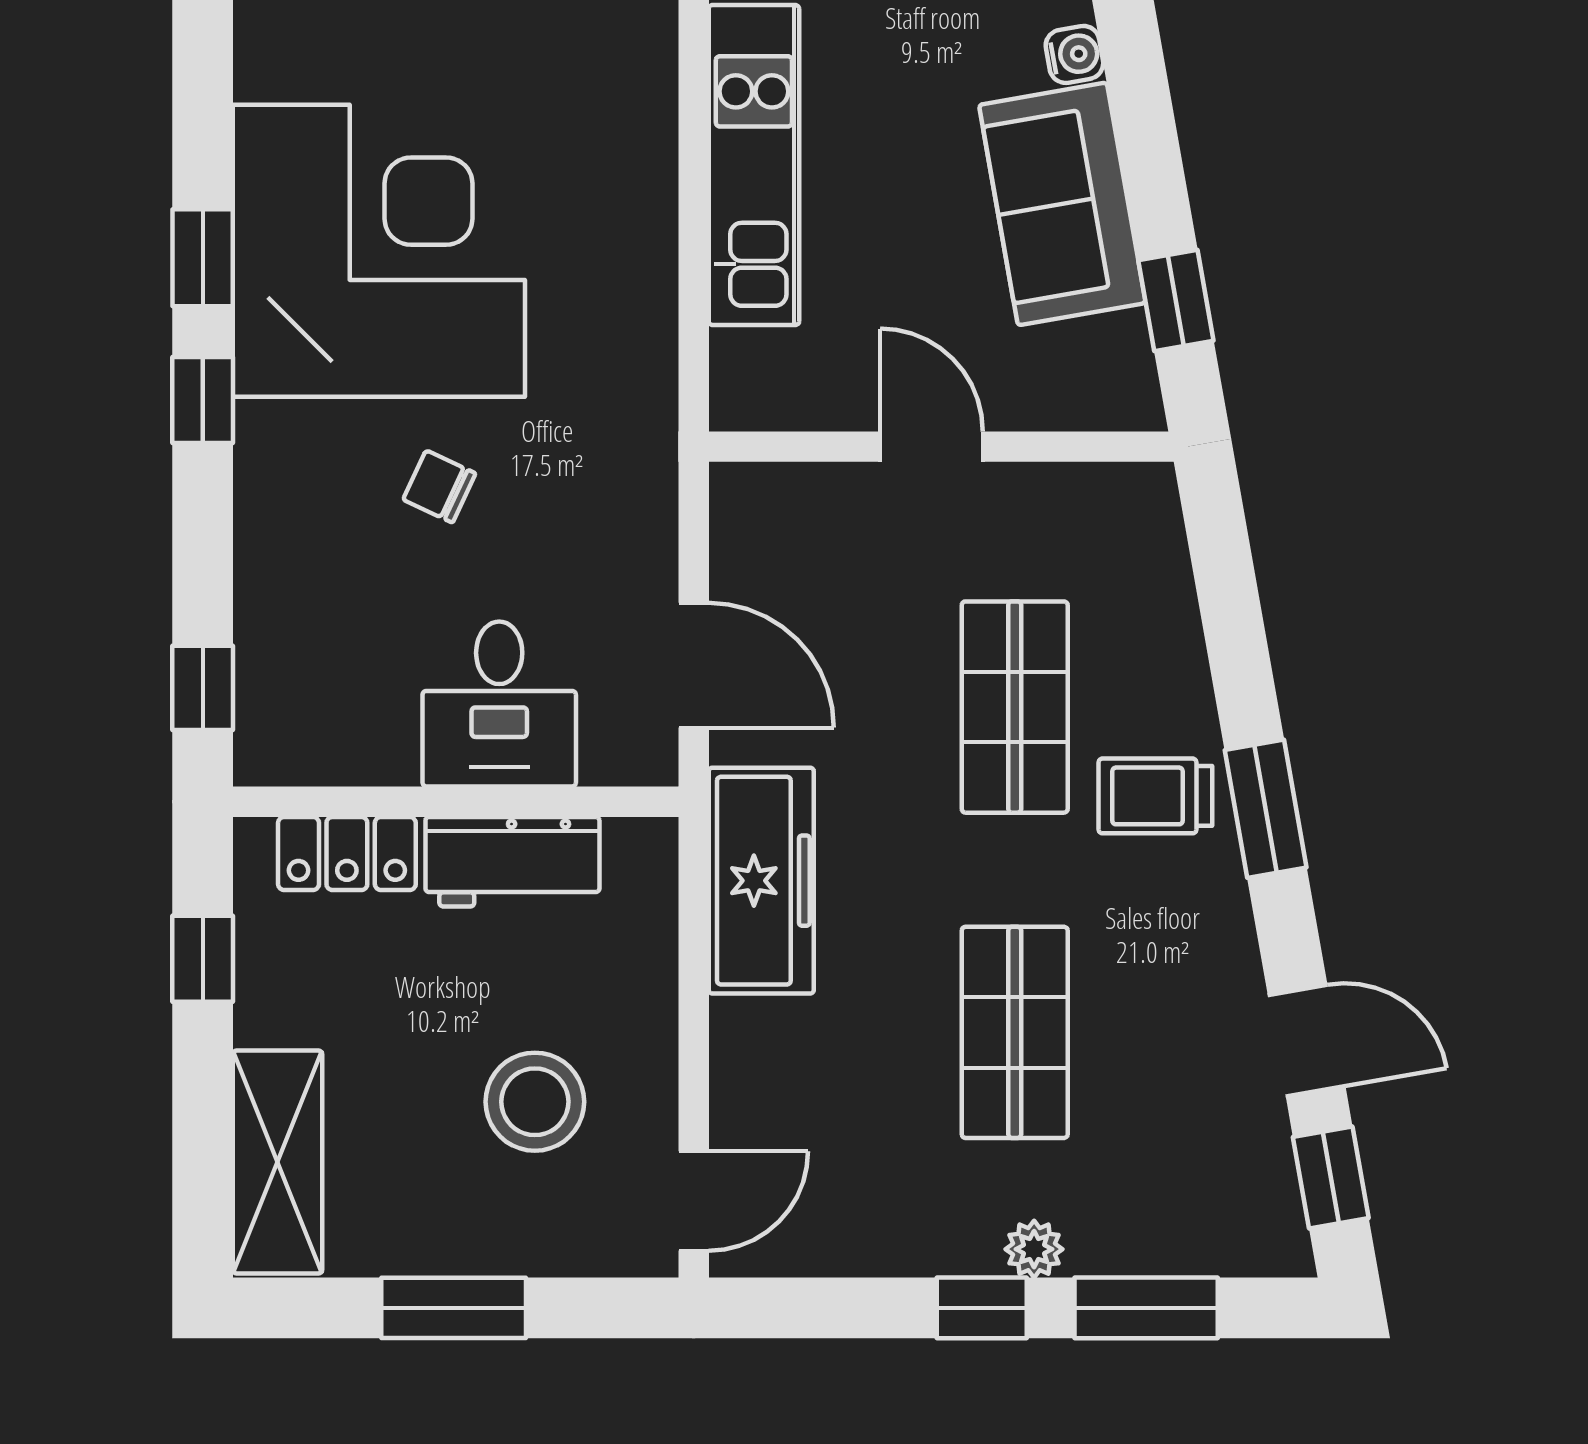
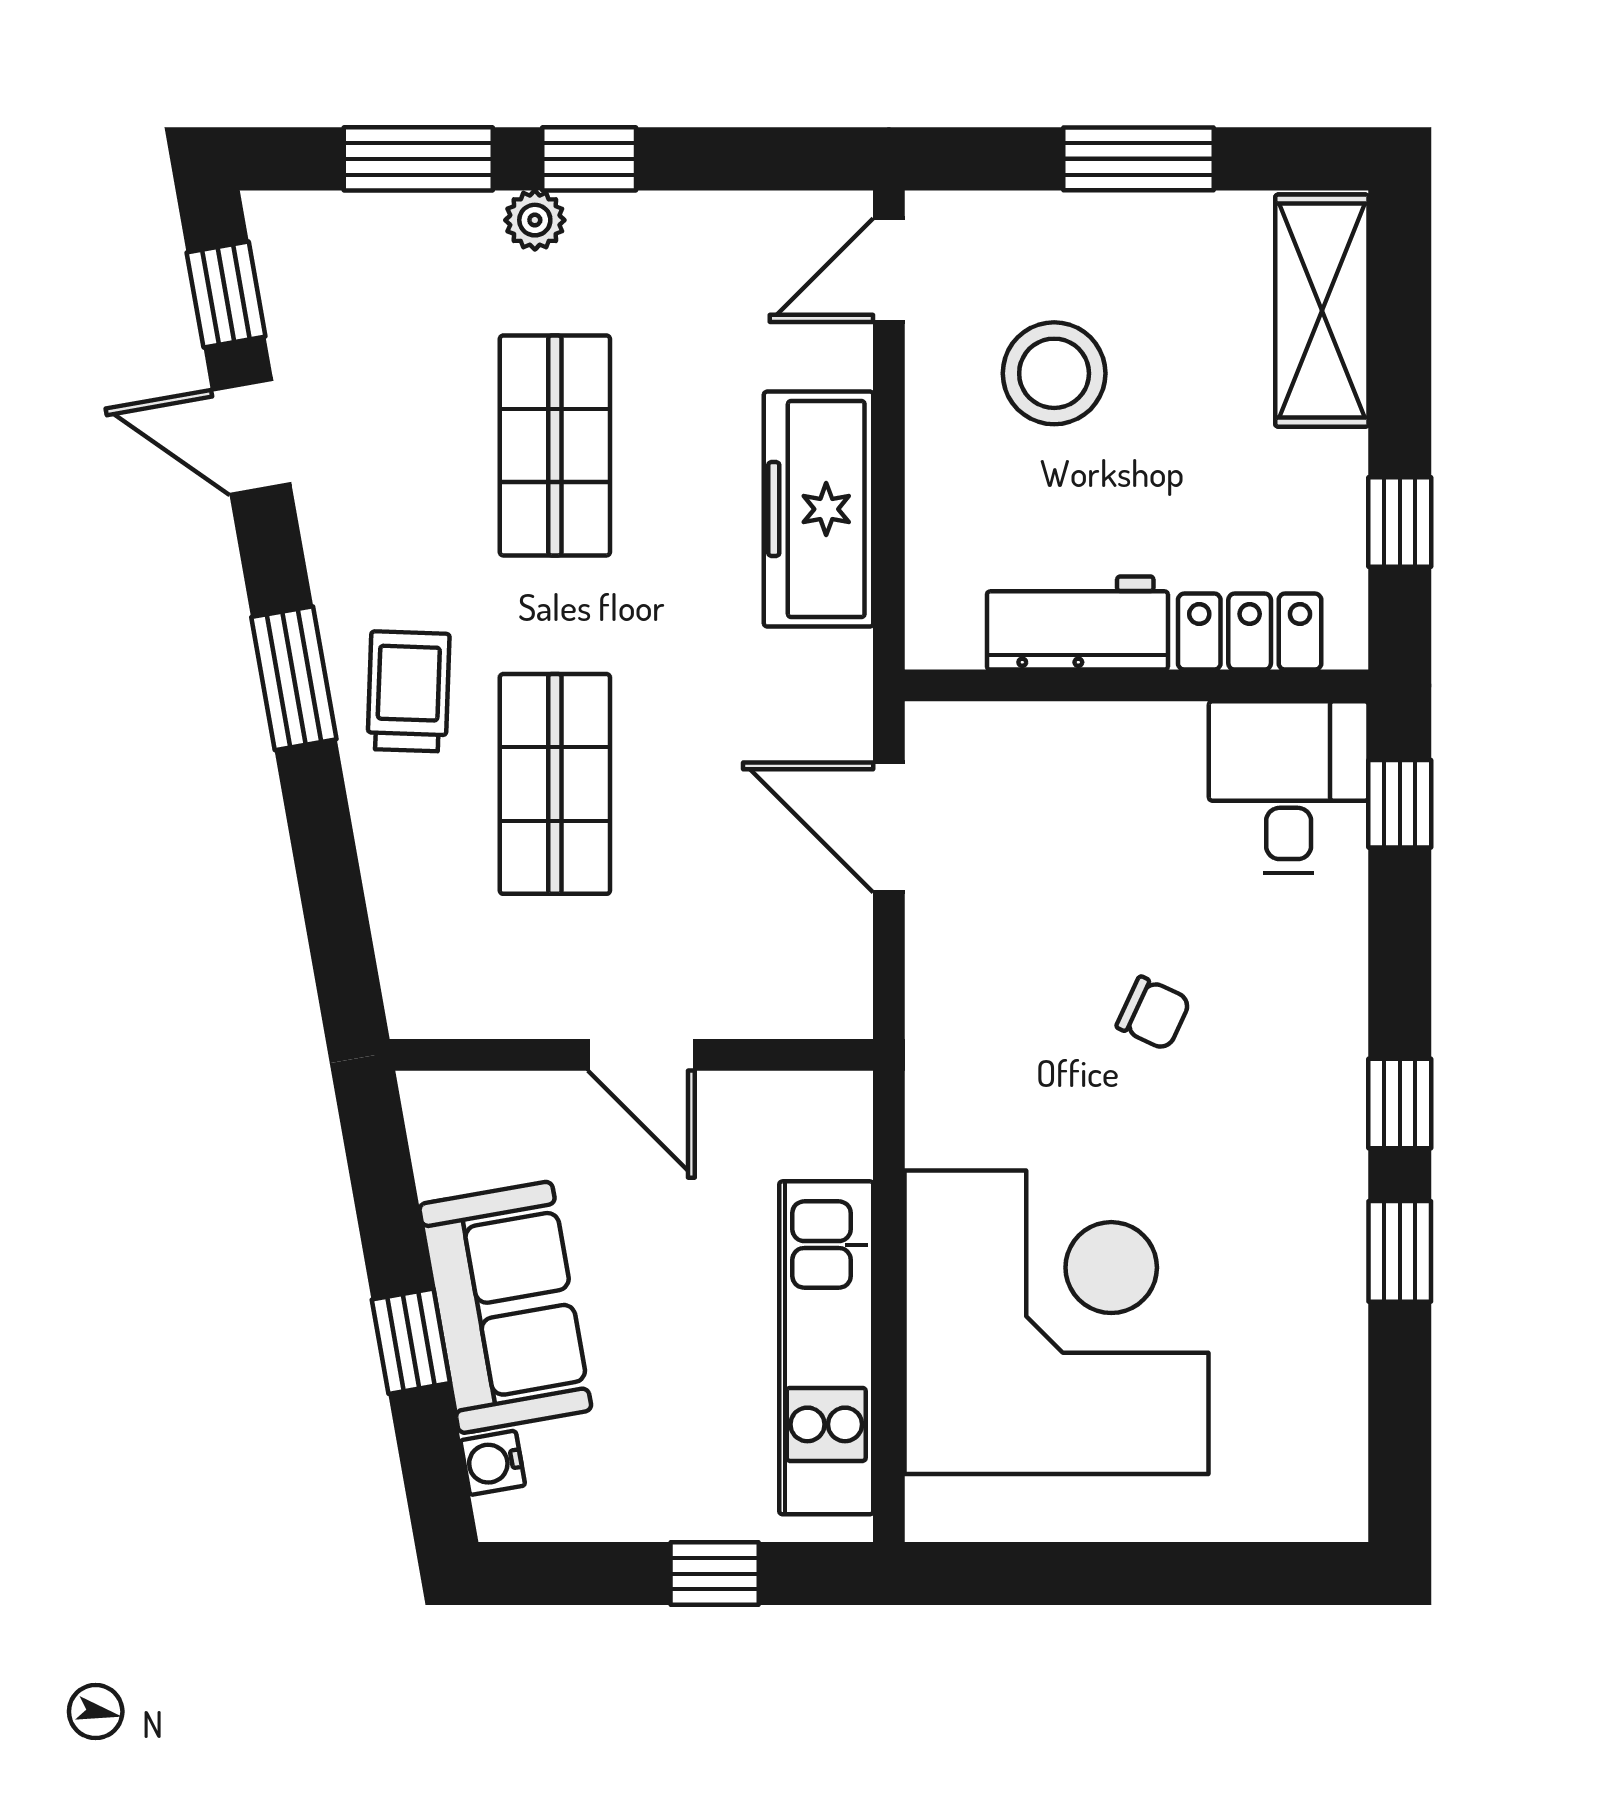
corner desk: (379, 251) -> (1057, 1322), moved, turned 180
window: (1176, 300) -> (411, 1341), moved
desk: (499, 704) -> (1289, 787), moved
trolley: (1155, 796) -> (408, 691), turned -88
freezer: (761, 881) -> (819, 509), moved

